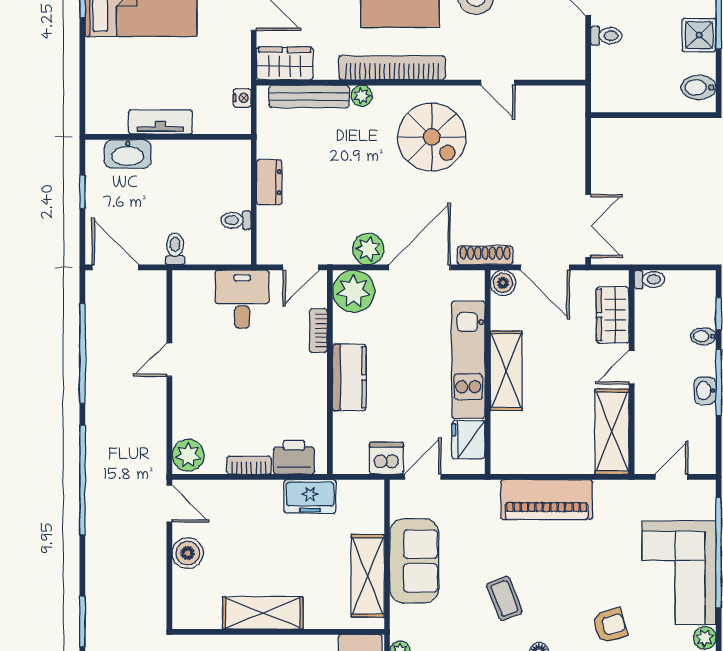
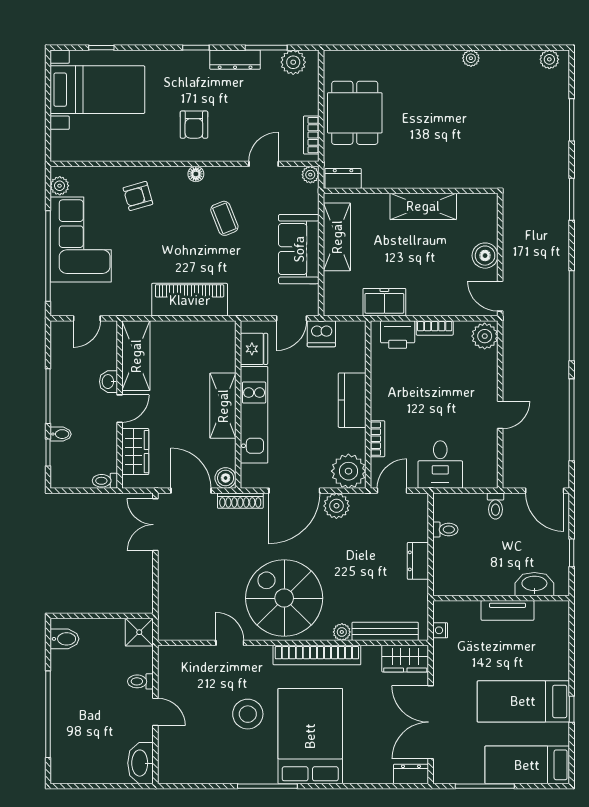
shower: (699, 35) -> (139, 632), moved
spiral stairs: (432, 137) -> (284, 598), width x1.37, depth x1.37
washbasin: (705, 391) -> (108, 382), moved, turned 180

